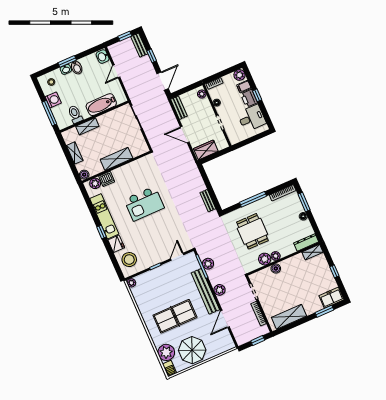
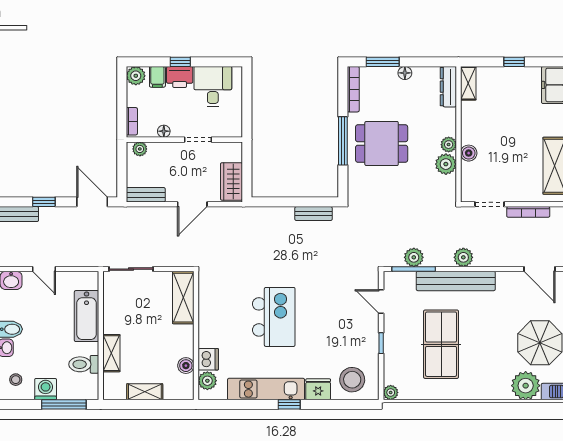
shelving: (116, 159) -> (183, 298), moved
boiler: (84, 175) -> (186, 366), moved
dining table: (252, 231) -> (382, 143), moved
table tennis table: (175, 316) -> (441, 344), moved
door: (225, 319) -> (540, 269), moved

